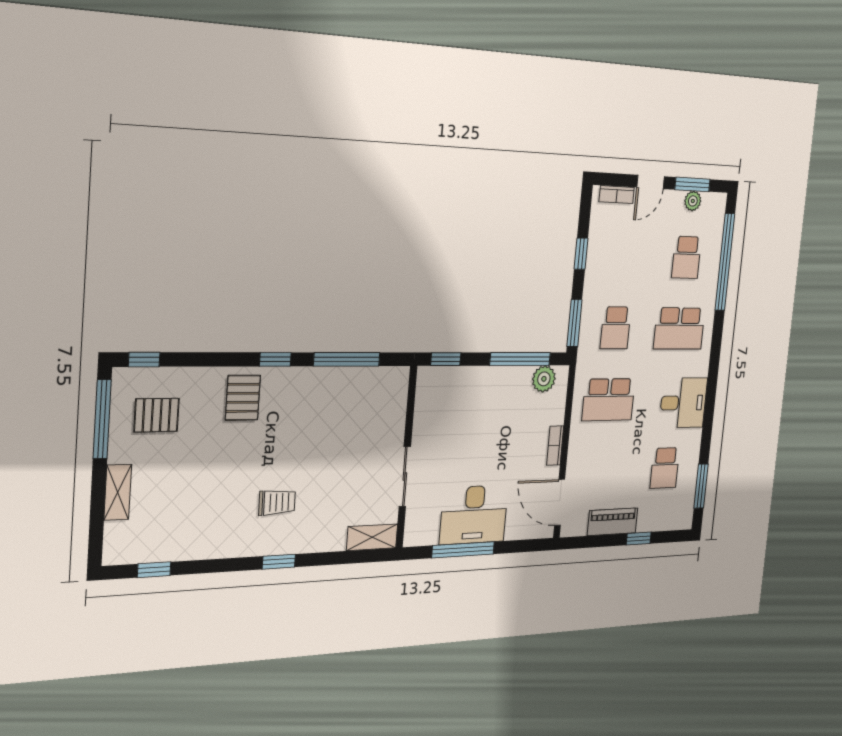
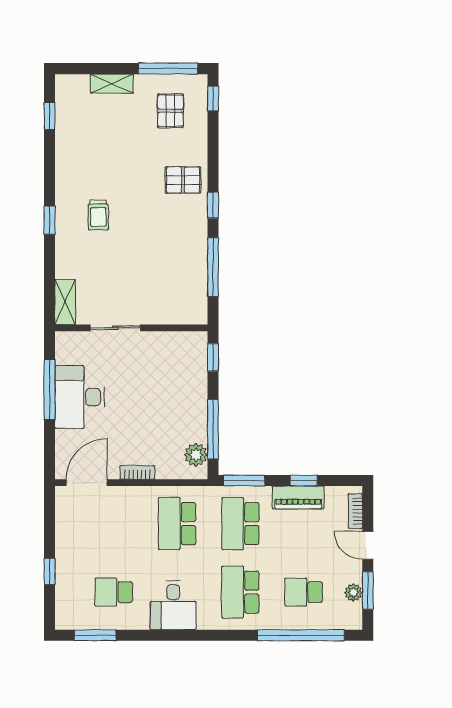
school desk: (616, 328) -> (240, 524), width x1.85
piano: (613, 522) -> (298, 497), moved, turned 90

